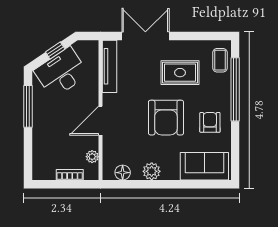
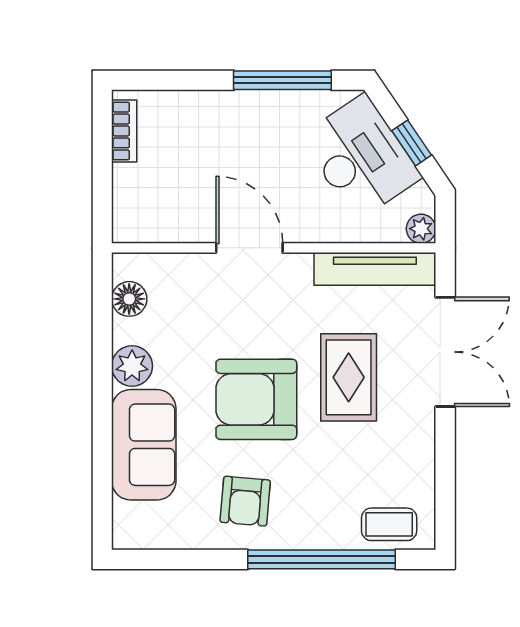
rug: (180, 73) -> (349, 377), moved
armchair: (210, 122) -> (245, 501), turned 95
plant: (92, 157) -> (421, 229), moved
sofa: (204, 166) -> (144, 445), moved
bookcase: (70, 175) -> (124, 131), moved

